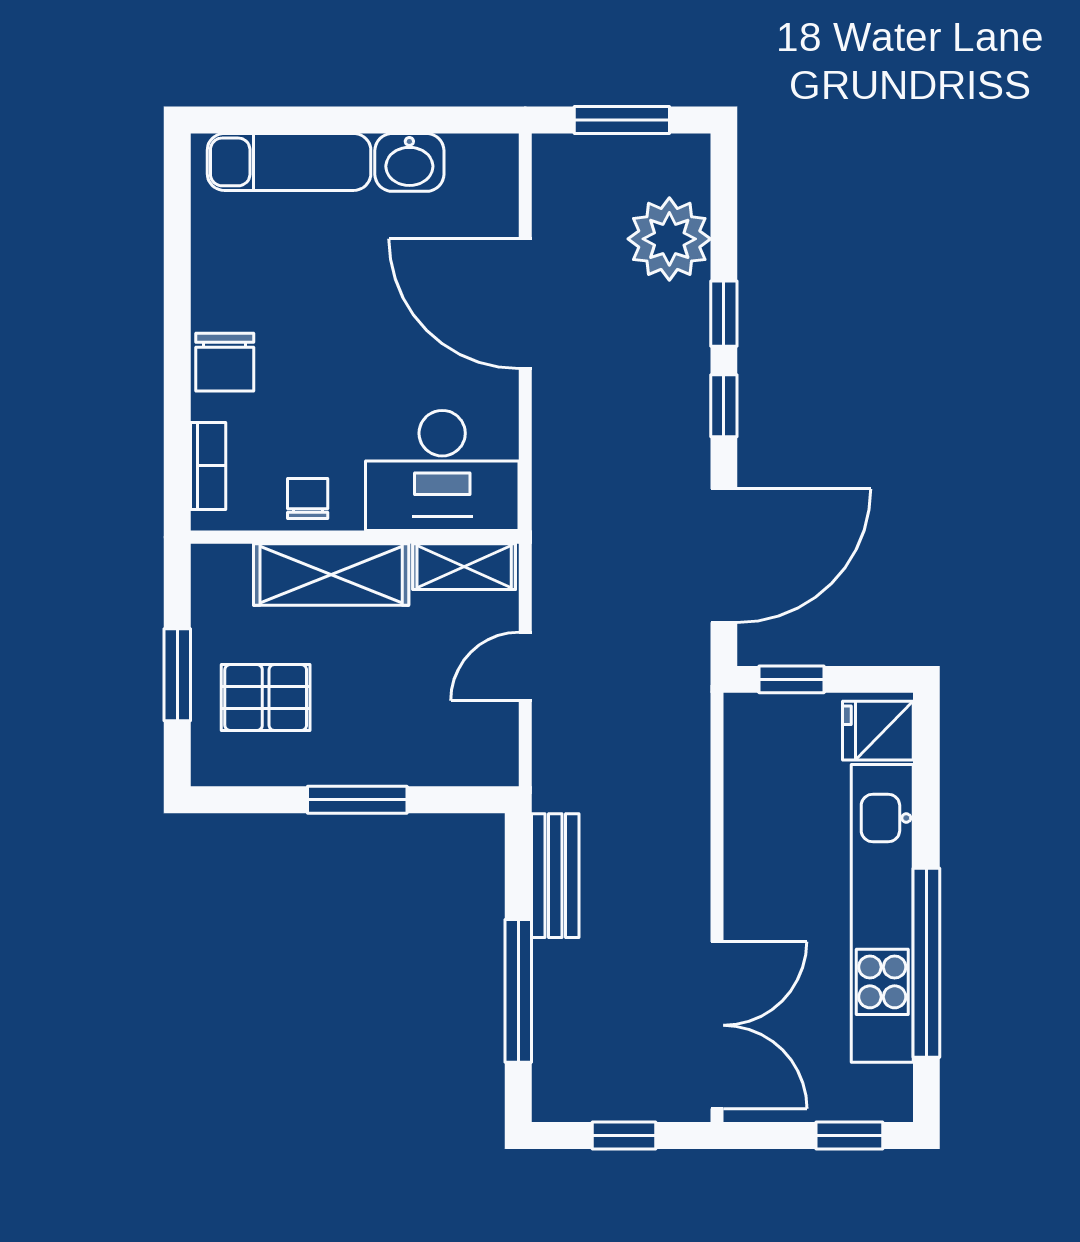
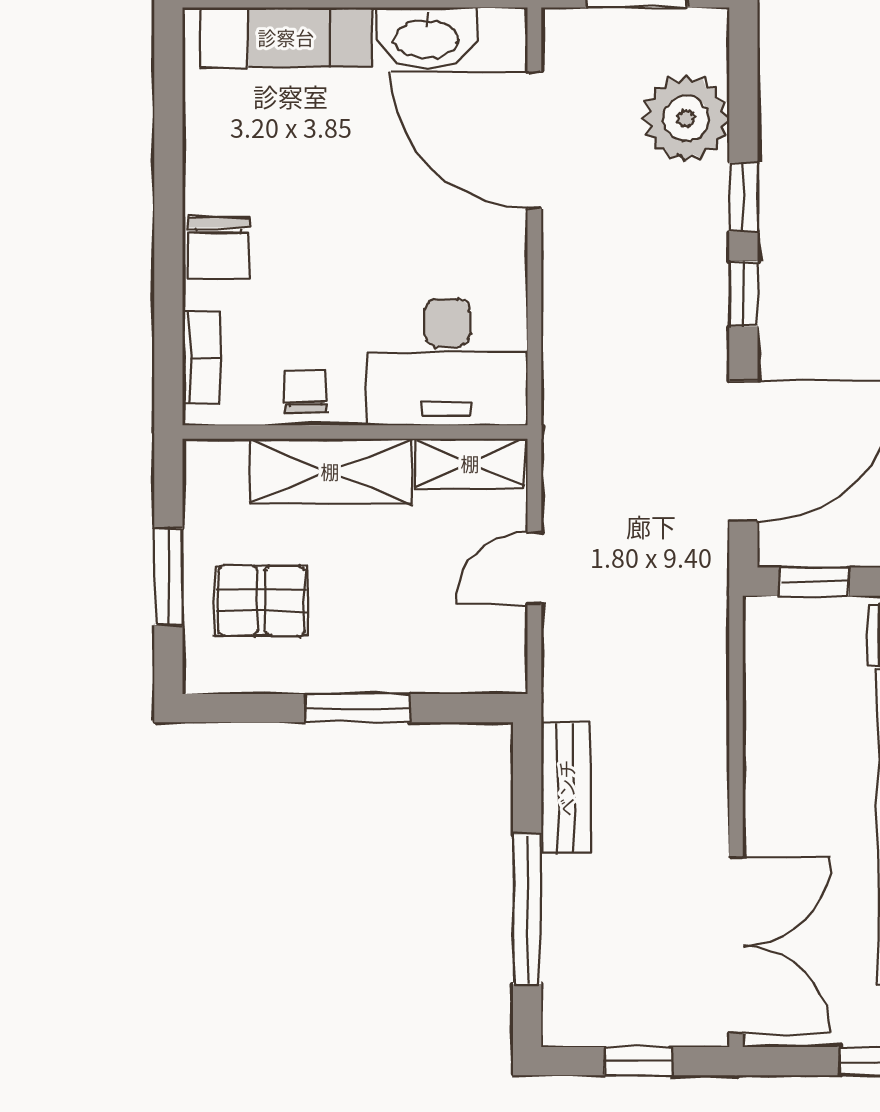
washbasin: (409, 162) -> (426, 38), width x1.38
door: (525, 304) -> (534, 140), moved

